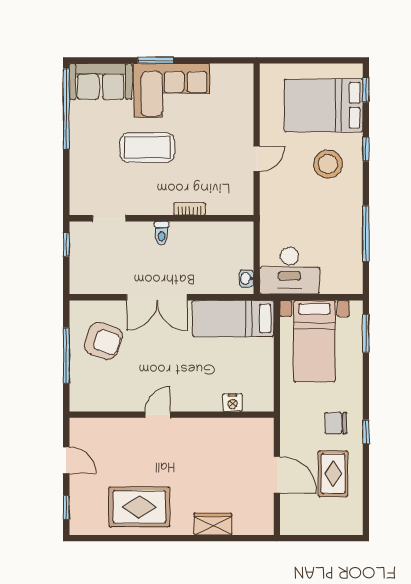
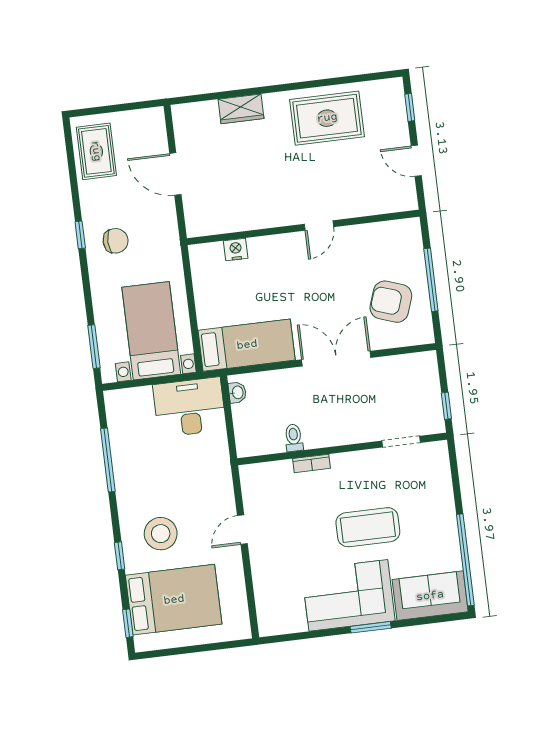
toilet: (162, 233) -> (294, 438), moved
rug: (333, 474) -> (96, 151), moved

